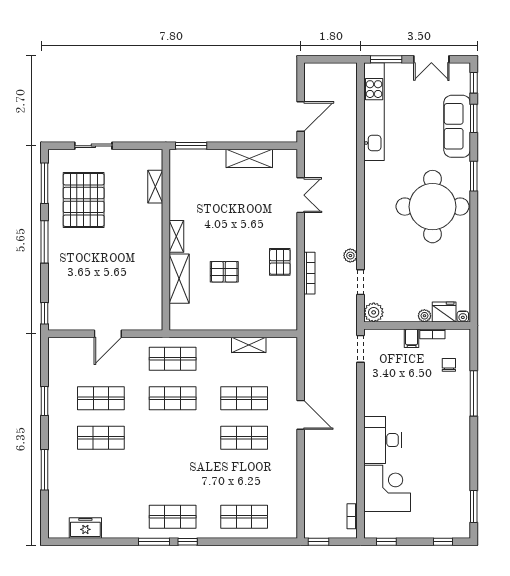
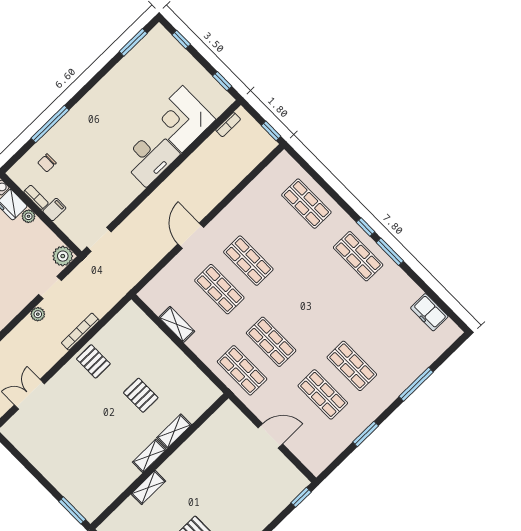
shelving: (249, 158) -> (39, 459), removed
shelving: (155, 187) -> (148, 487), moved
pallet: (280, 262) -> (93, 361), turned 90
shelving: (179, 279) -> (174, 431), width x0.67, depth x0.75

